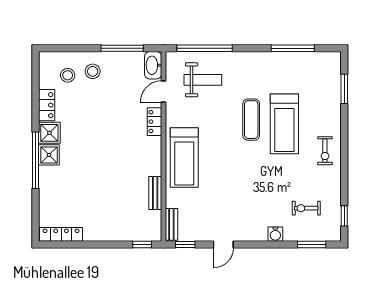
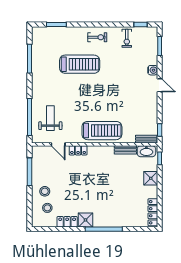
washbasin: (153, 65) -> (146, 151), moved
exercise mat: (251, 120) -> (77, 86), removed
shower: (49, 155) -> (151, 178), moved
exercise bike: (306, 208) -> (127, 38), moved
door: (223, 245) -> (160, 85), moved

